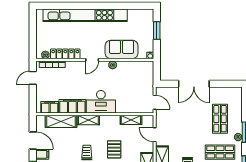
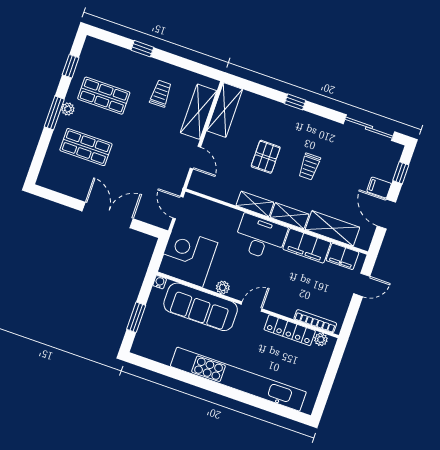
sofa: (122, 49) -> (201, 307), width x1.36
corner desk: (139, 75) -> (188, 257), added
door: (33, 78) -> (362, 285), moved
shop shelf: (220, 119) -> (86, 147), turned 90
shelving: (131, 120) -> (255, 204), moved

